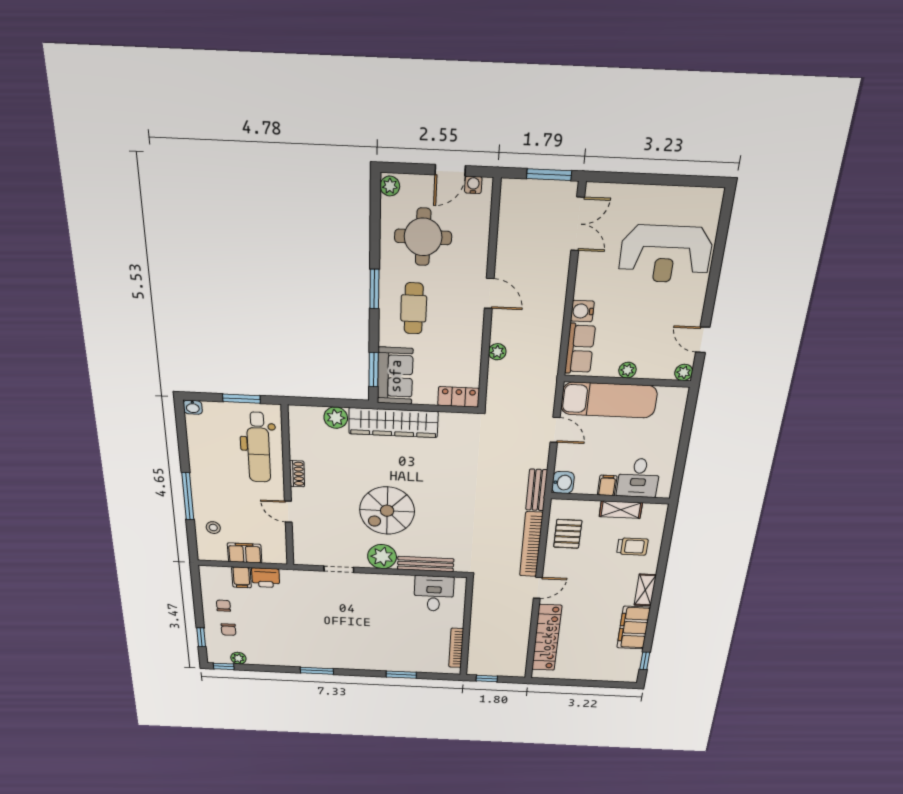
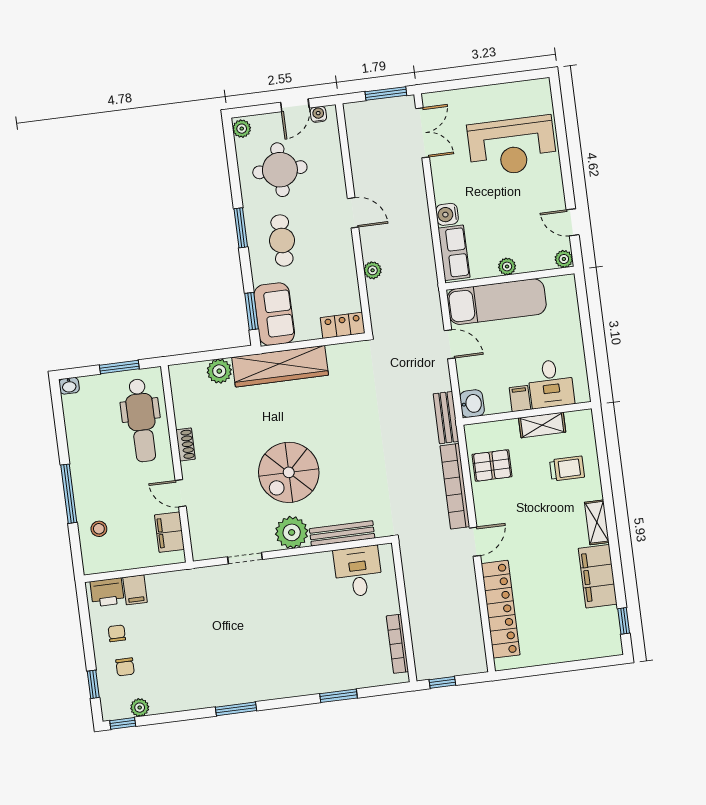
pallet: (568, 534) -> (492, 465), turned 90
filing cabinet: (245, 553) -> (169, 532), moved, turned -90
printer: (266, 578) -> (107, 592), moved

